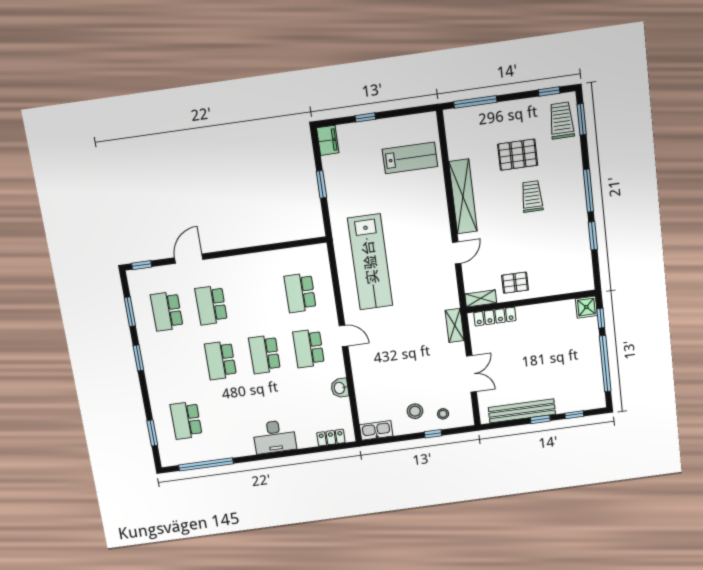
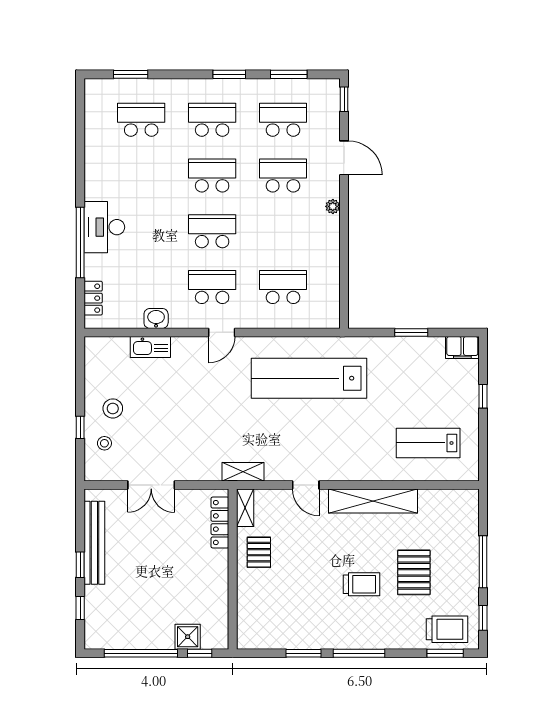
window: (475, 102) -> (483, 562), moved
lab bench: (410, 158) -> (428, 443), turned 90
plant: (229, 262) -> (333, 206), added
shower: (586, 307) -> (188, 637), moved
shelving: (455, 325) -> (243, 472), moved
school desk: (177, 366) -> (212, 120), added
kitchen sink: (376, 430) -> (150, 347), moved, turned 90
window: (206, 464) -> (80, 243), moved

